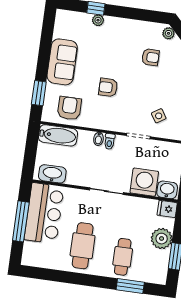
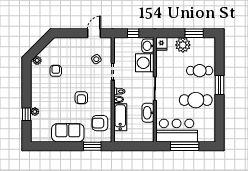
bathtub: (58, 135) -> (120, 117), moved
washbasin: (52, 174) -> (148, 113), moved
window: (130, 286) -> (219, 85), moved

